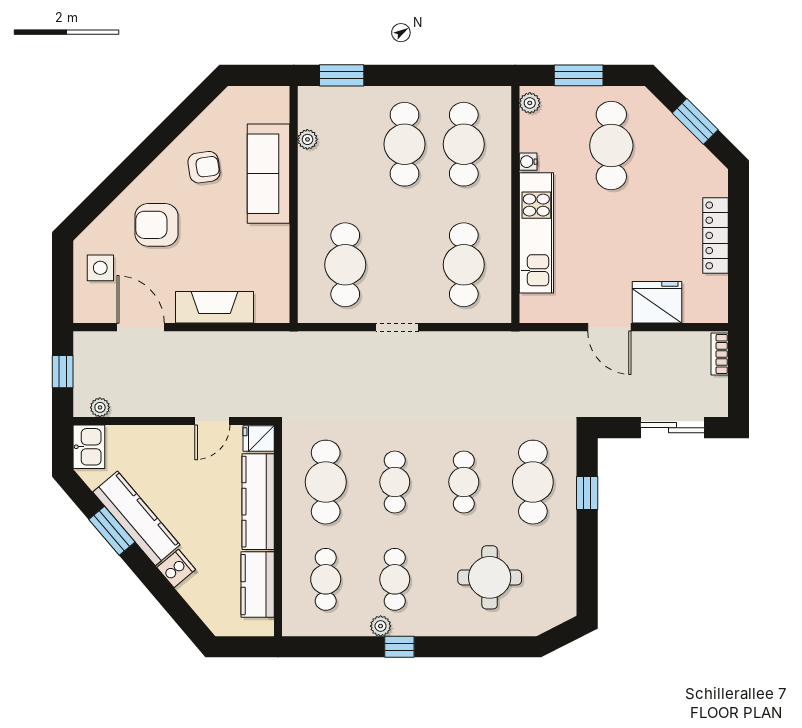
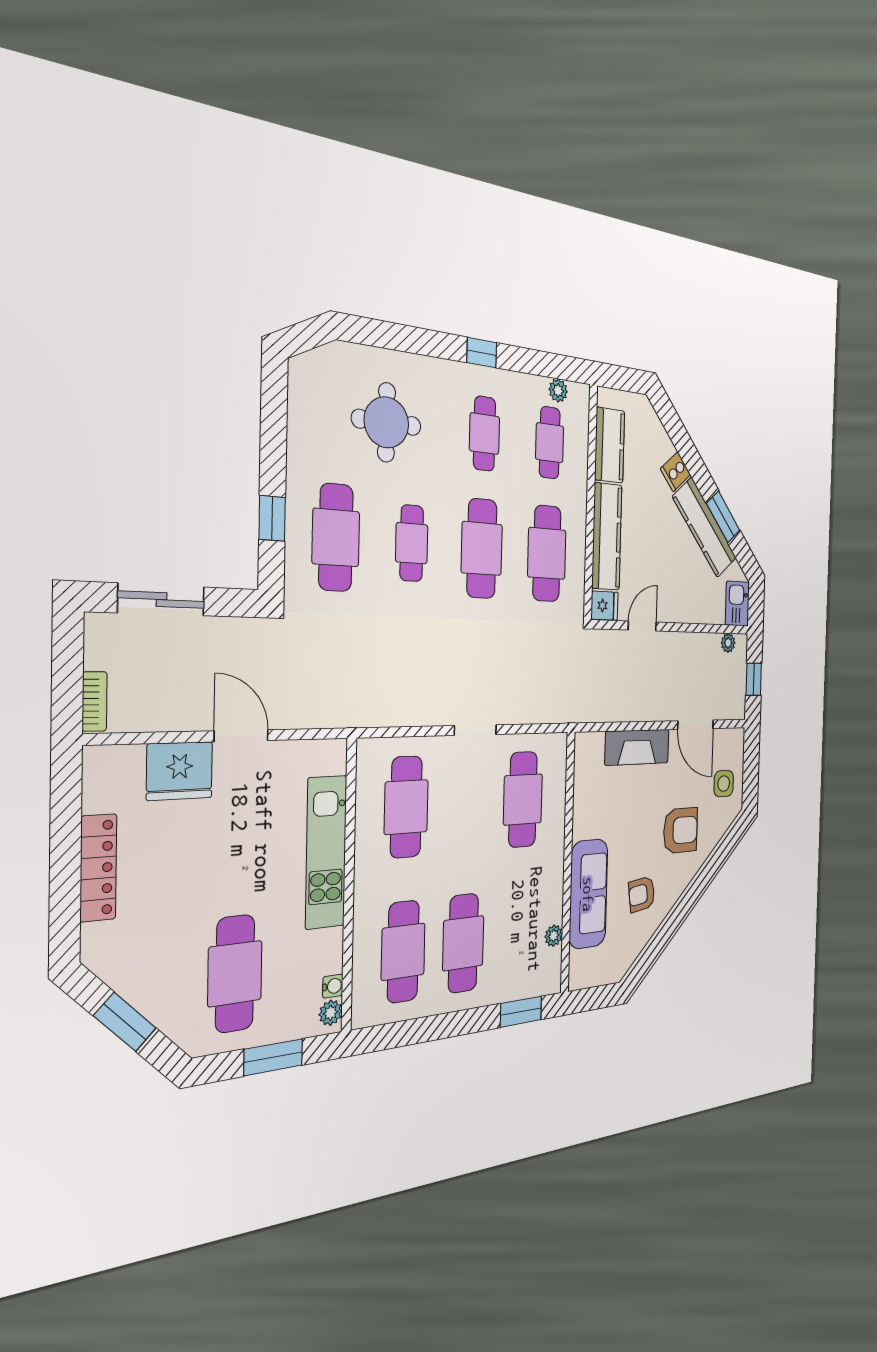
water cooler: (528, 162) -> (333, 986), moved
cafe table: (395, 482) -> (482, 549), width x1.37, depth x1.35
plant: (381, 626) -> (558, 390), moved

